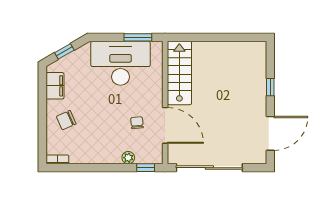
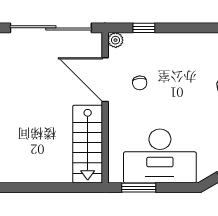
plant: (128, 158) -> (116, 40), moved
window: (146, 168) -> (144, 28), moved

